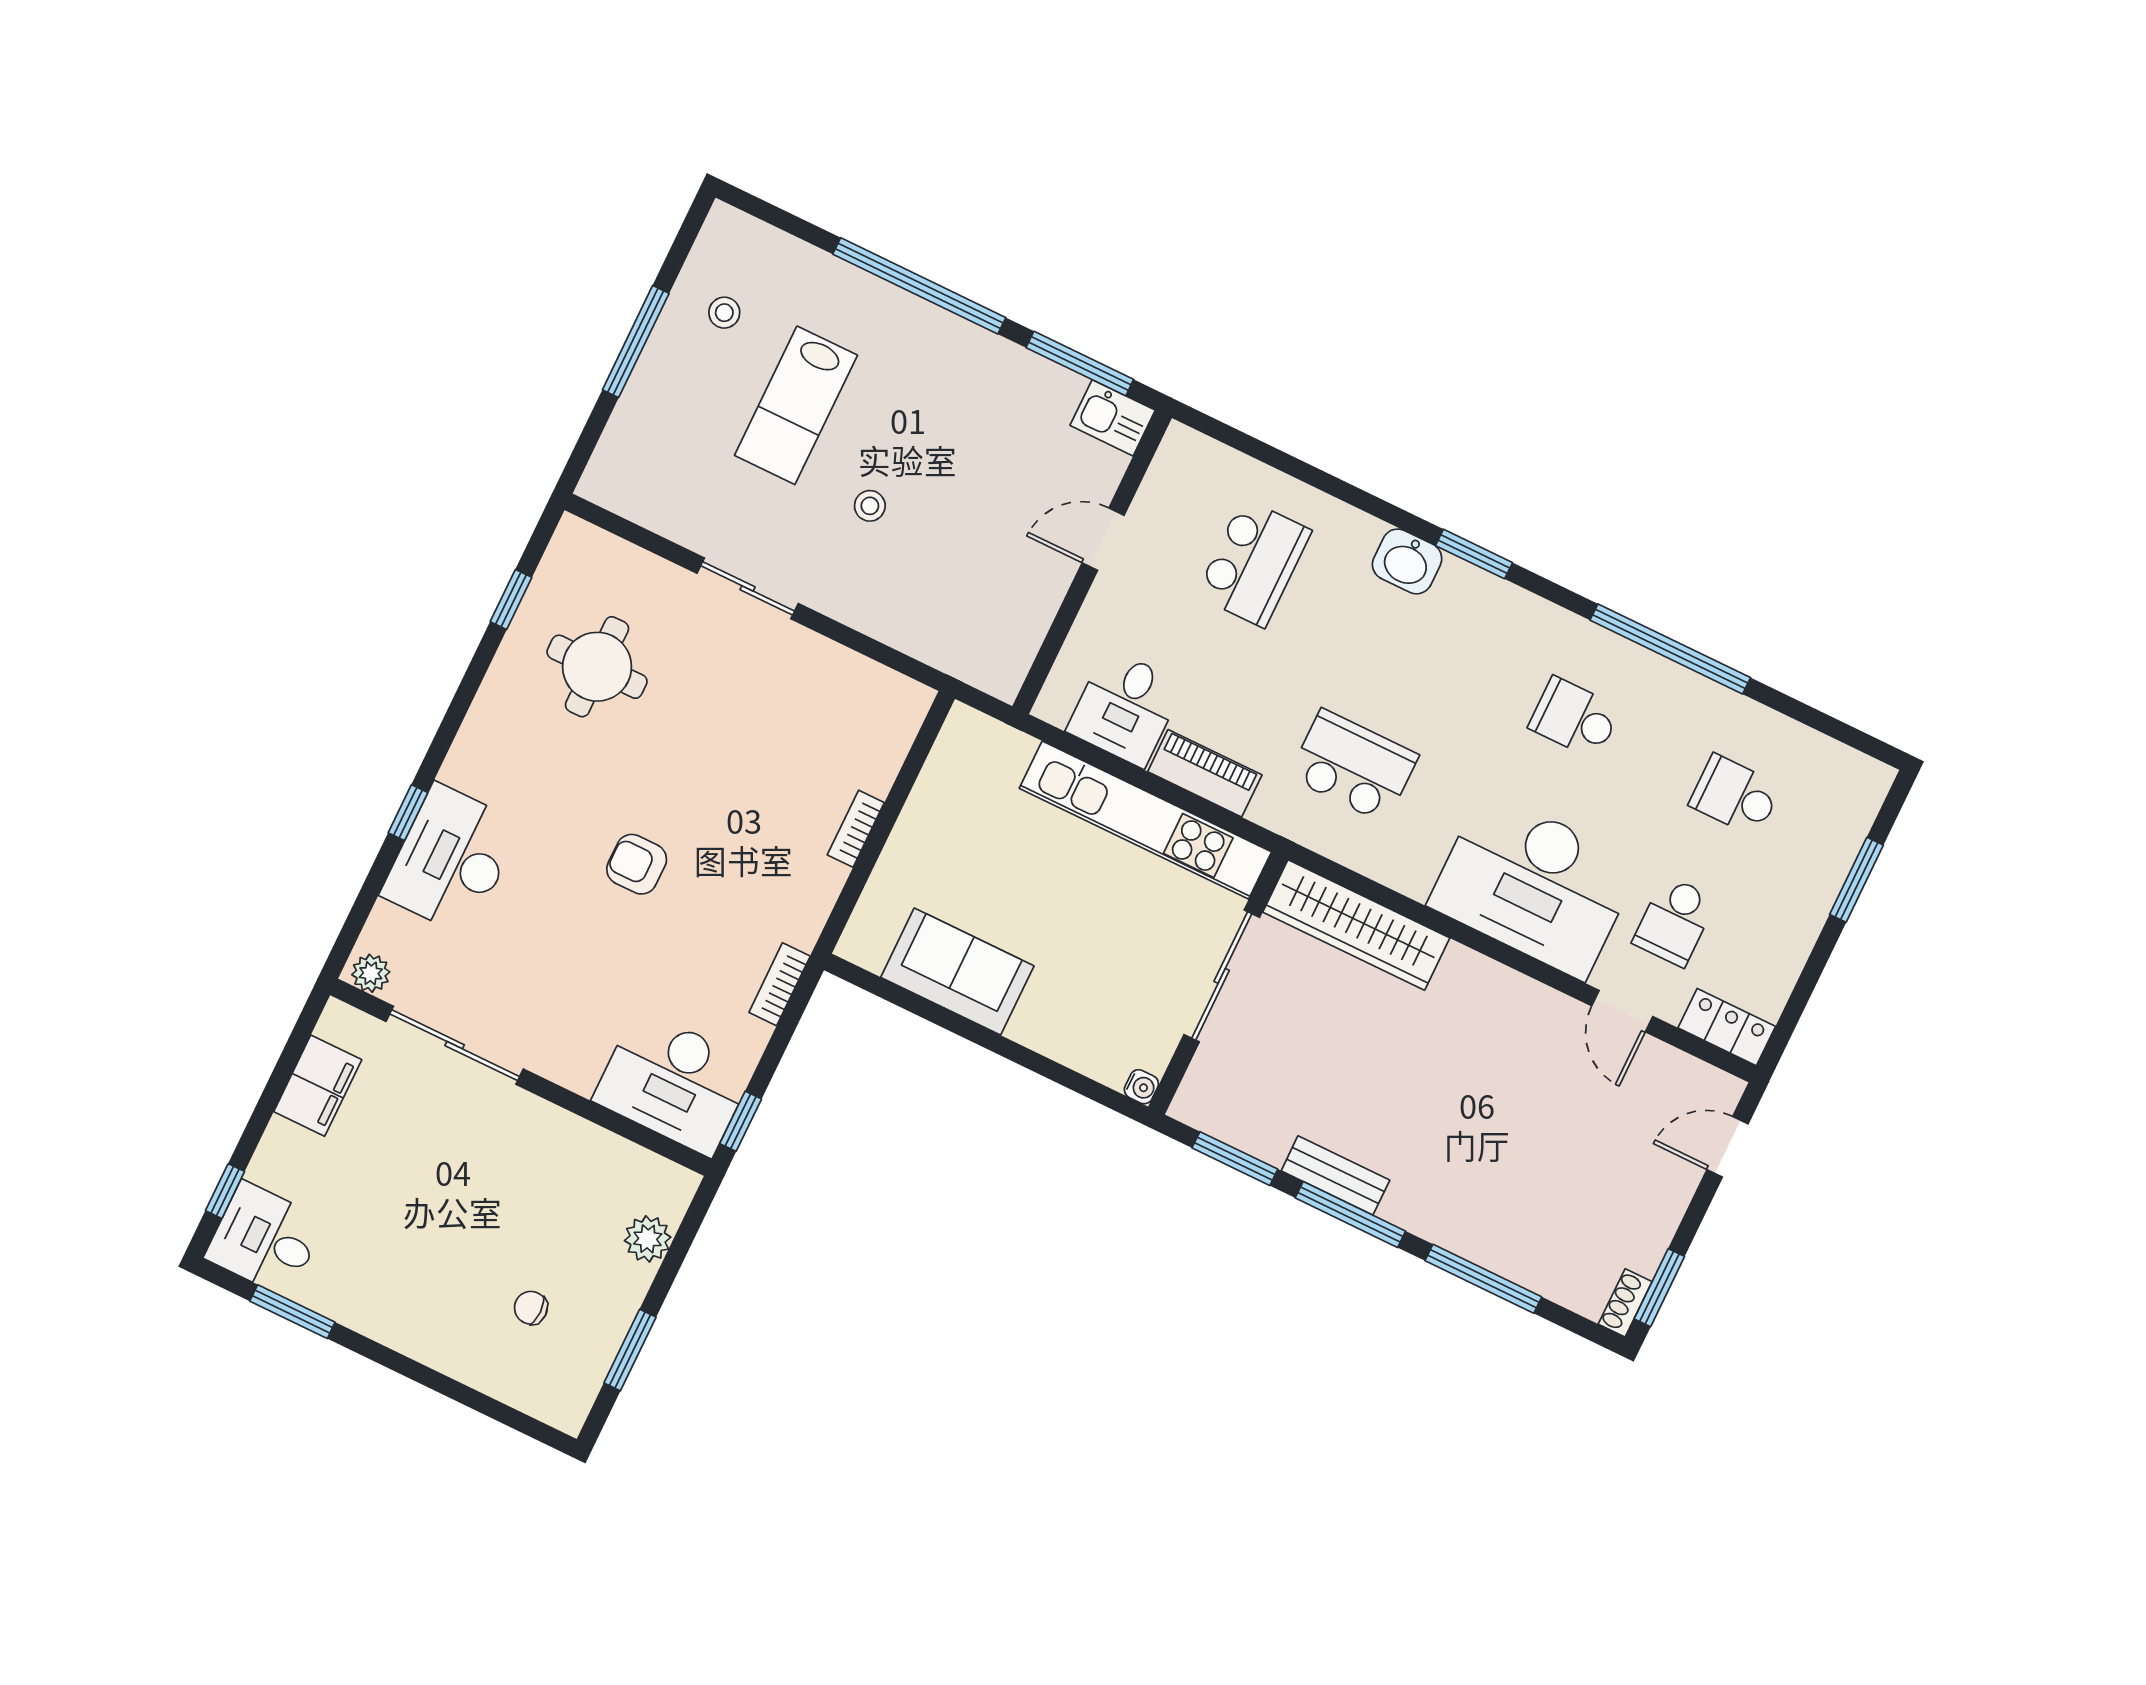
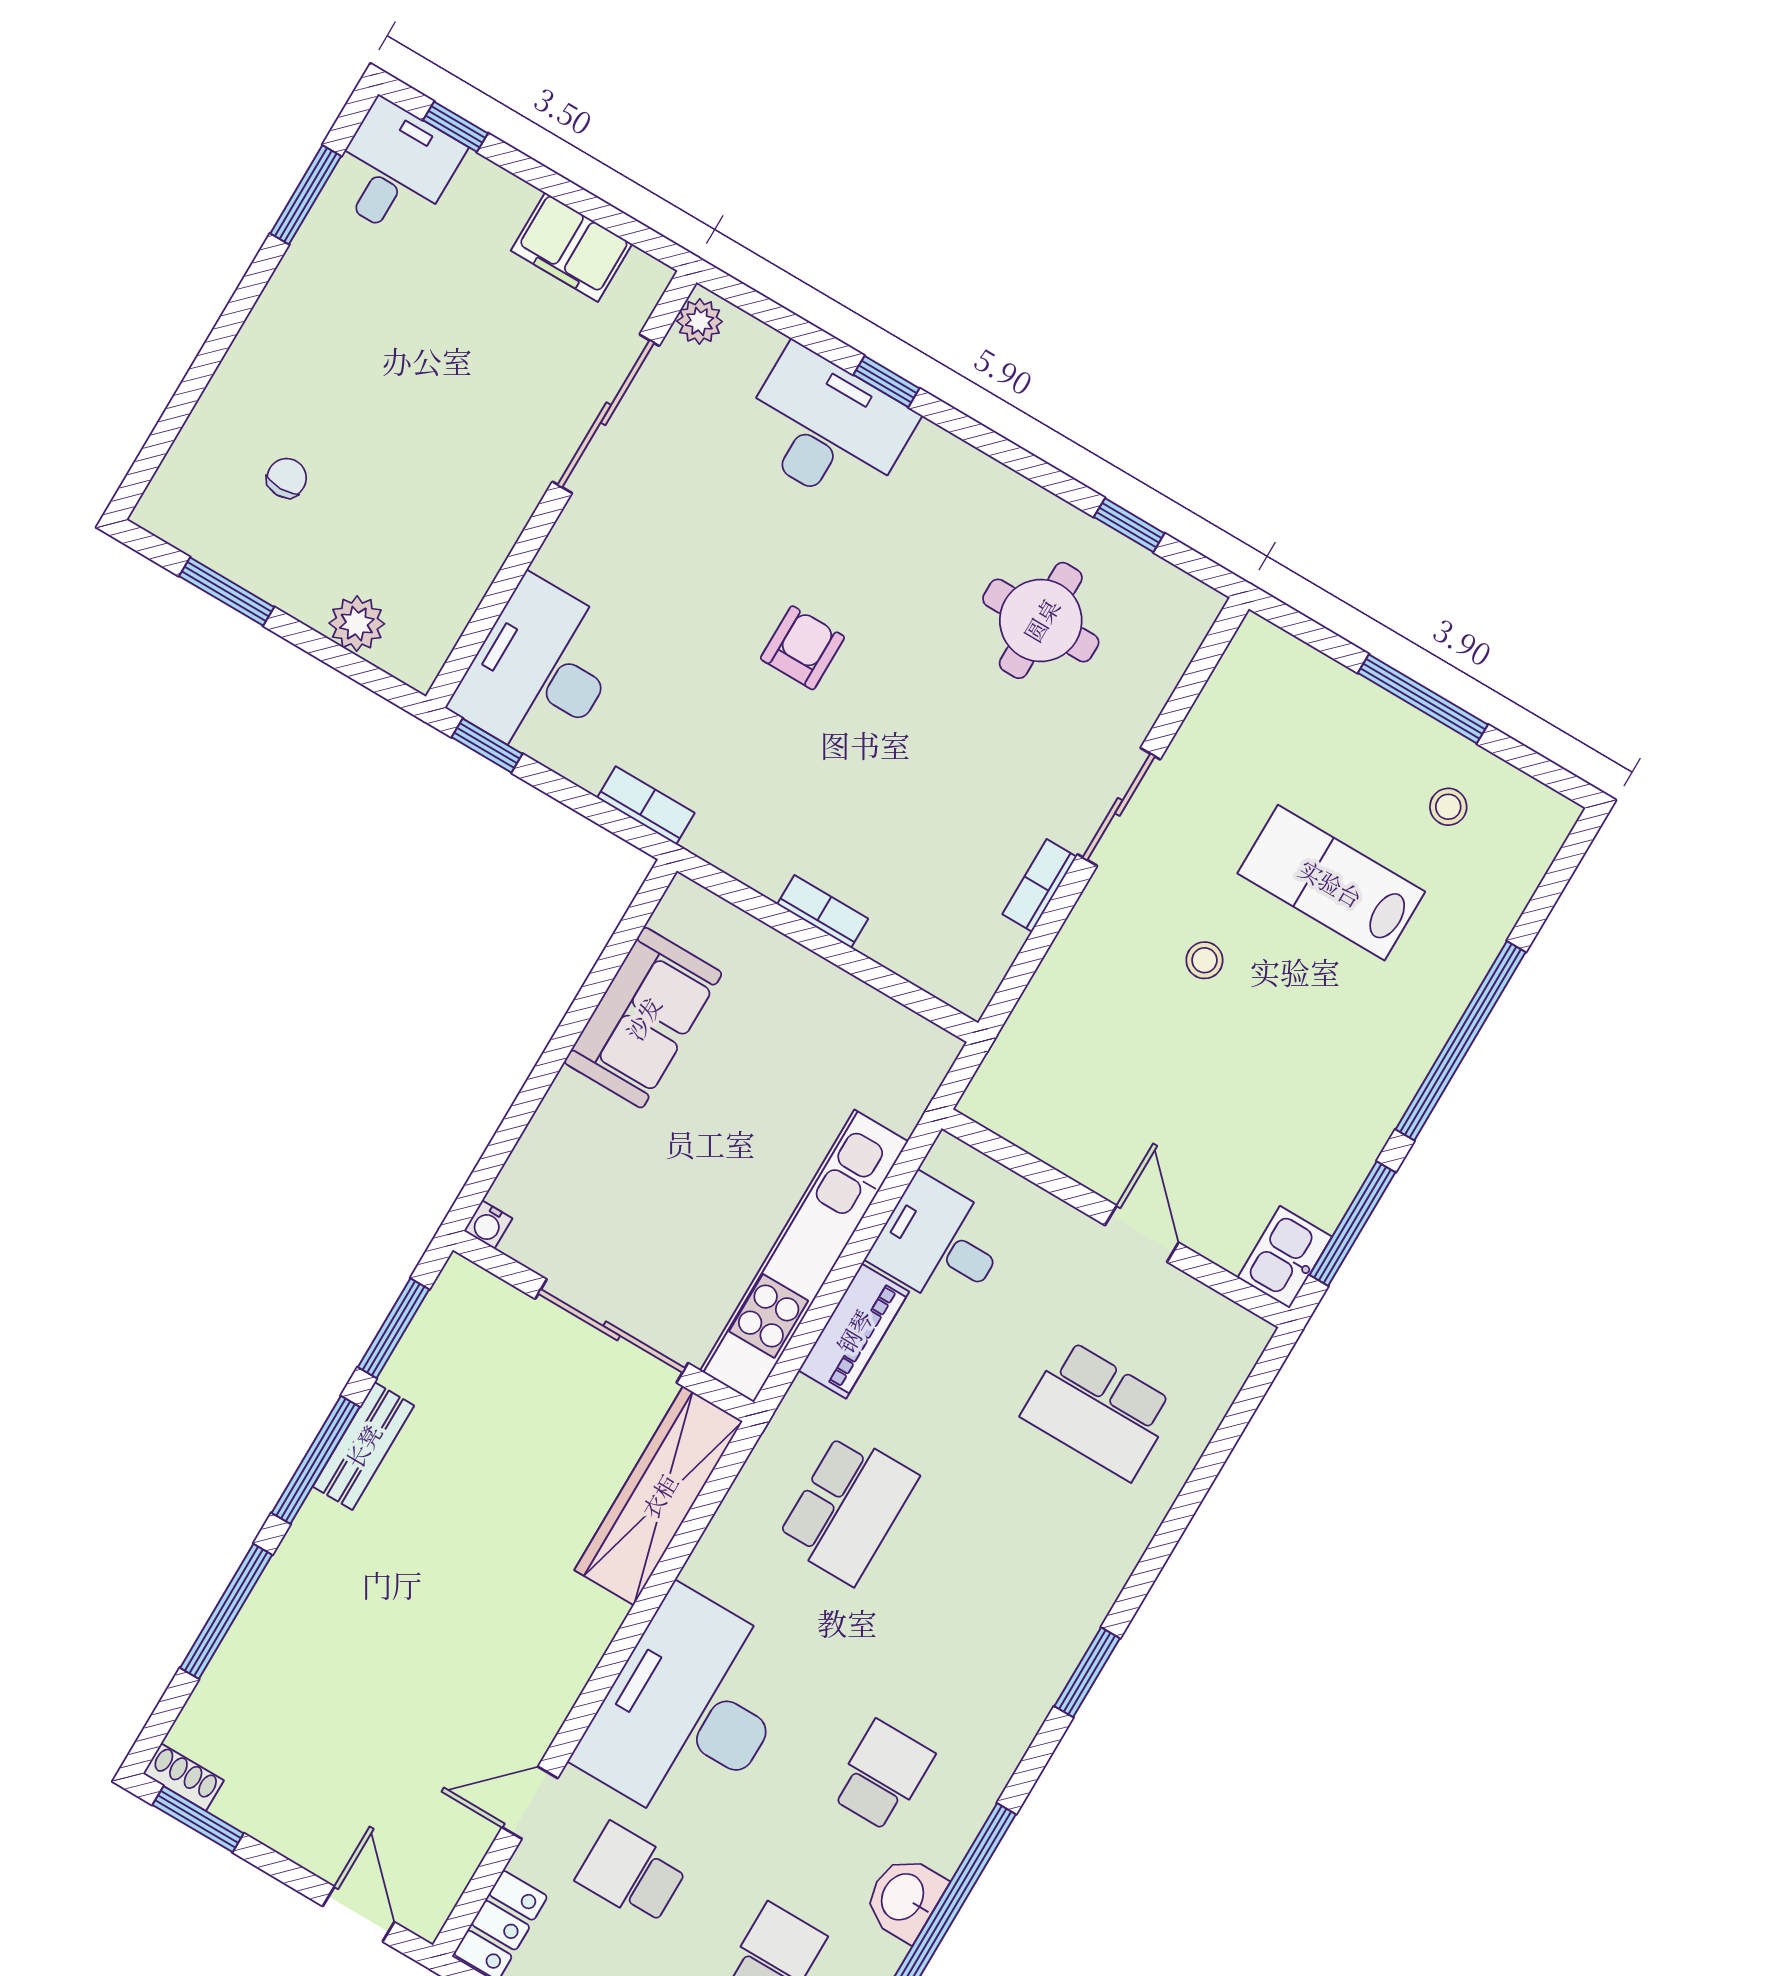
washbasin: (1407, 561) -> (904, 1898), moved
bookcase: (819, 649) -> (1039, 885), added

